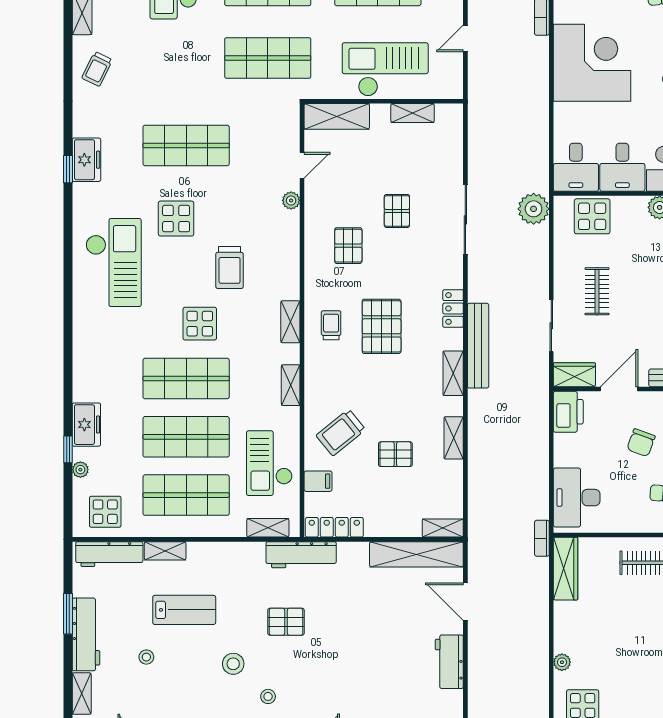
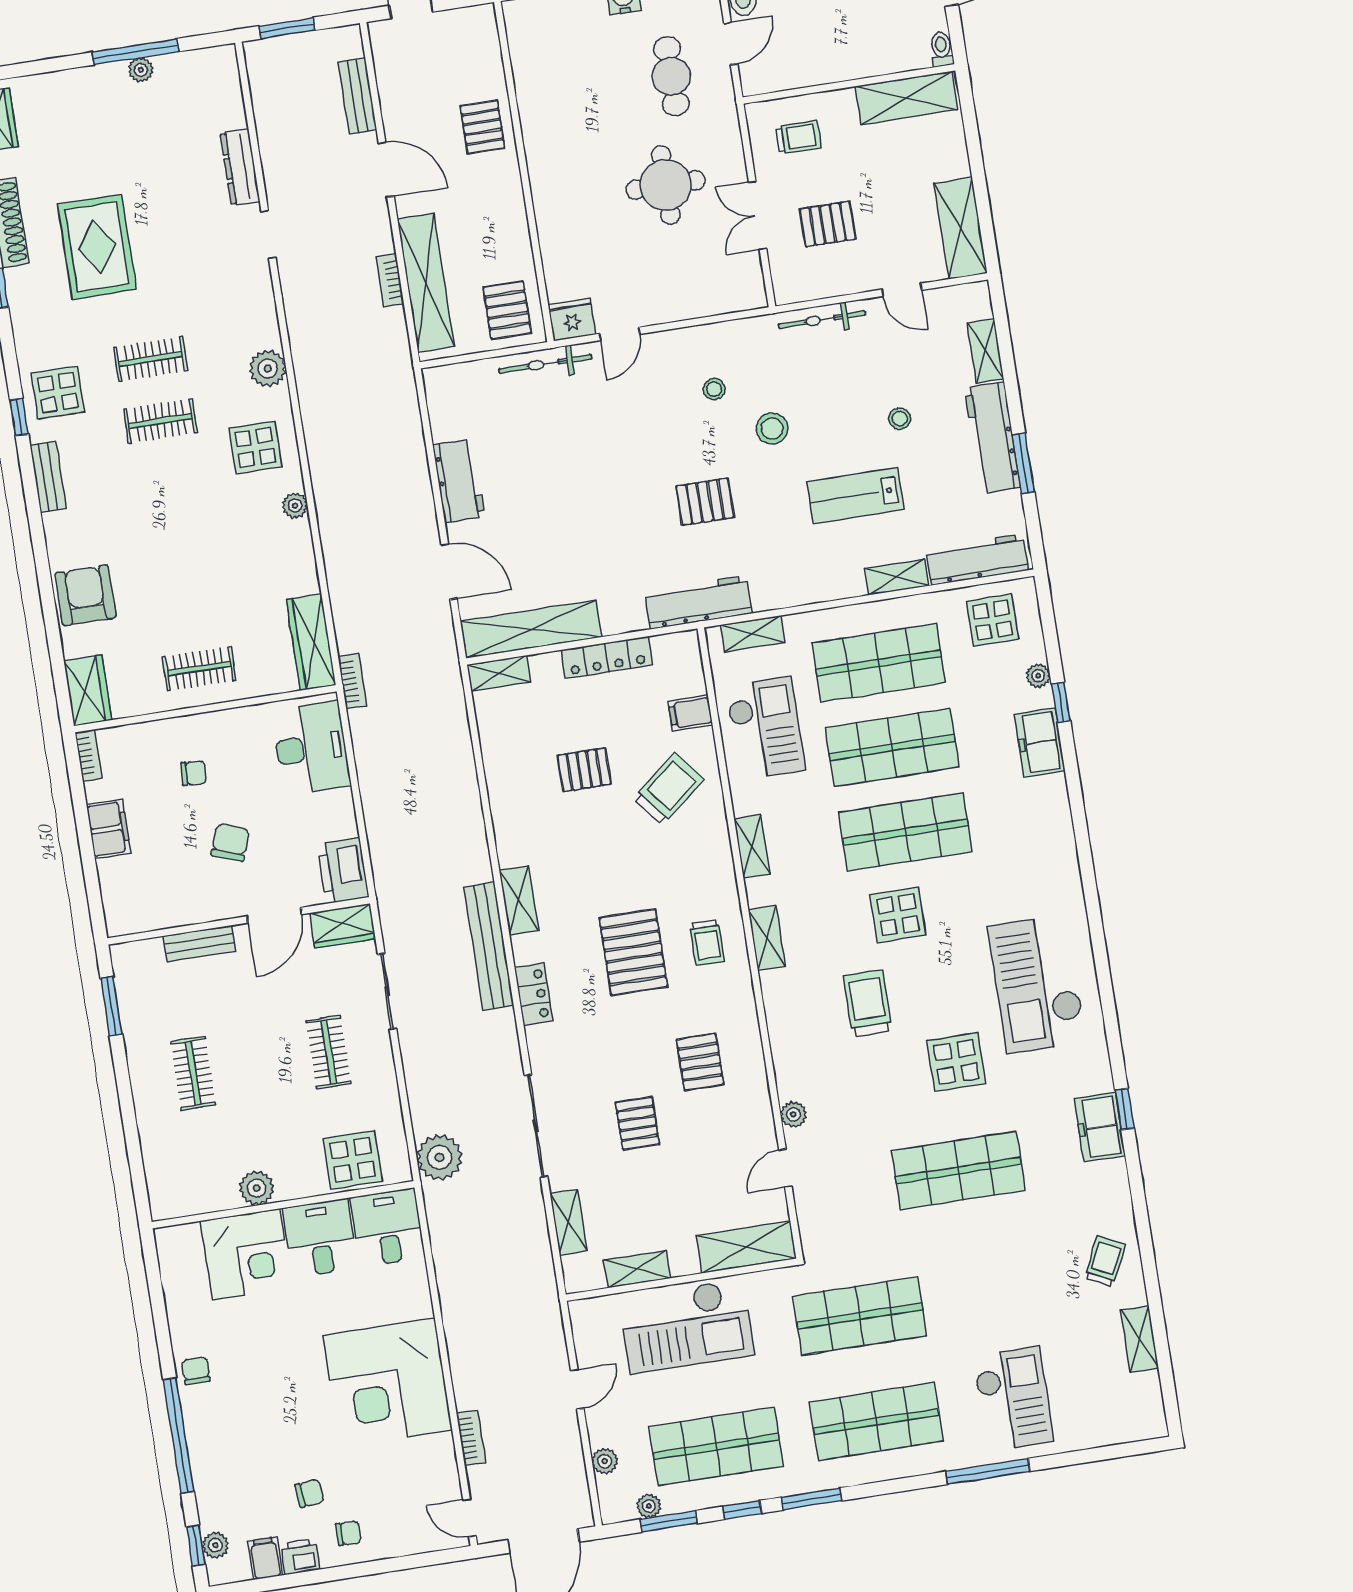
shelving: (454, 438) -> (568, 1222), moved
locker: (334, 527) -> (607, 657), moved

